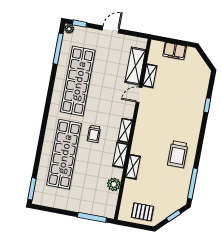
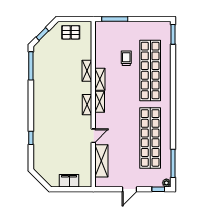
shelving: (150, 76) -> (87, 105), moved
trolley: (94, 134) -> (126, 58), moved
trolley: (178, 154) -> (49, 89), removed
plant: (114, 184) -> (101, 52), removed

